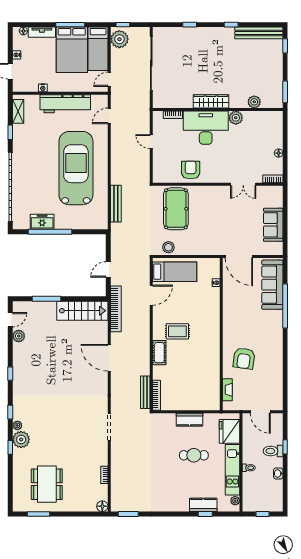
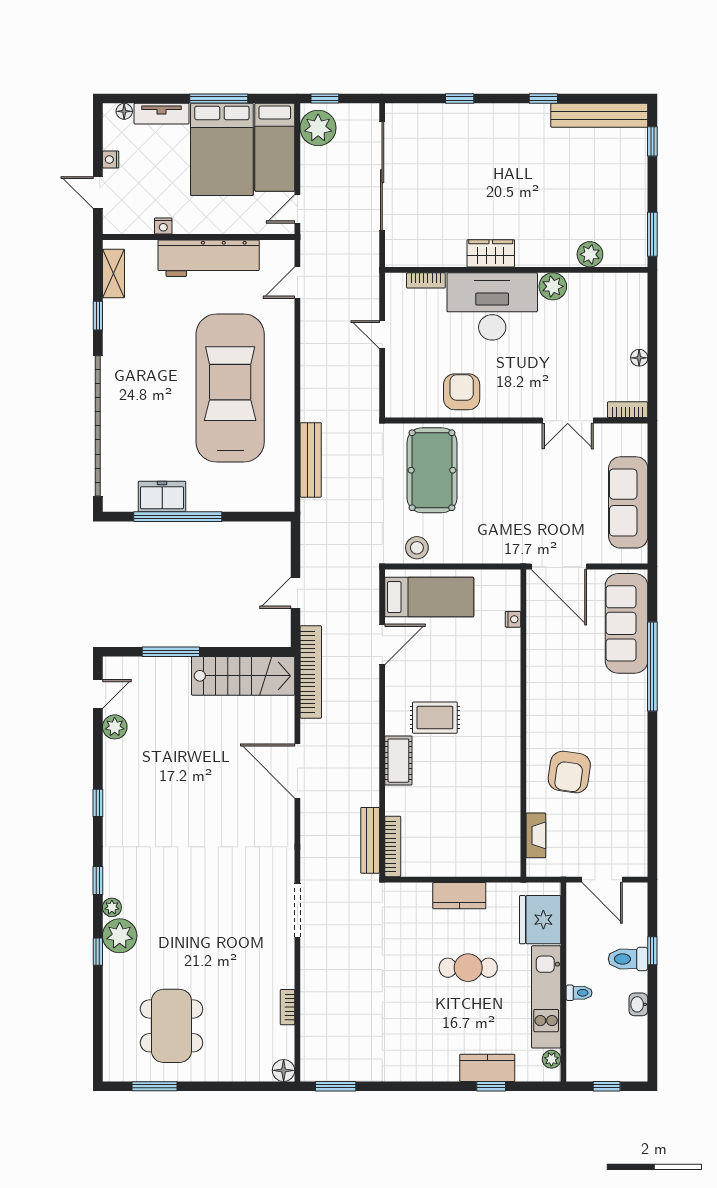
wardrobe: (211, 101) -> (491, 253), width x0.67
sofa: (273, 225) -> (628, 502), width x1.36

